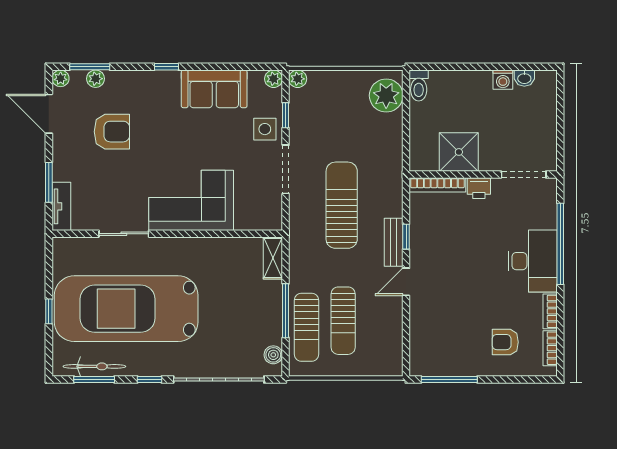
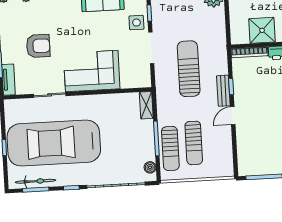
armchair: (112, 132) -> (38, 46), moved

